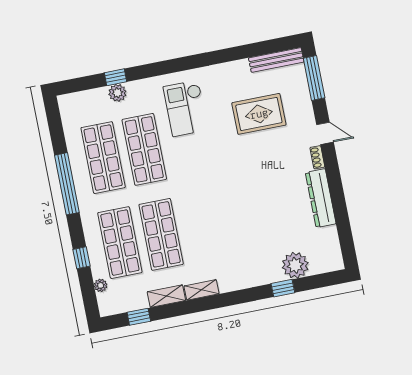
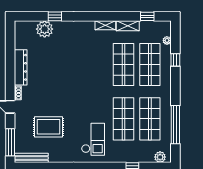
plant: (117, 93) -> (160, 157), moved
window: (67, 184) -> (175, 125), moved

